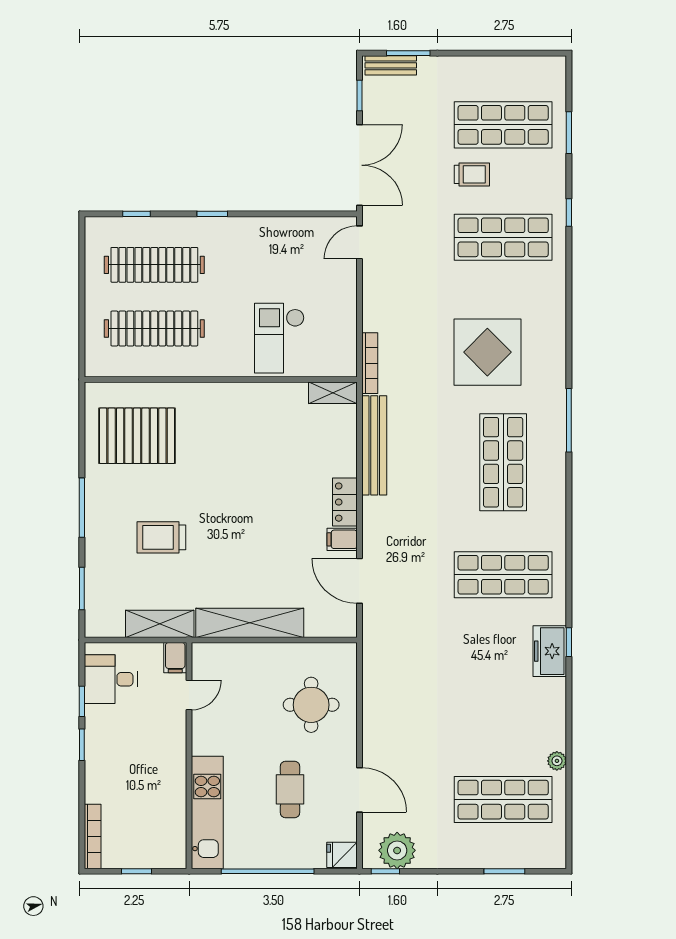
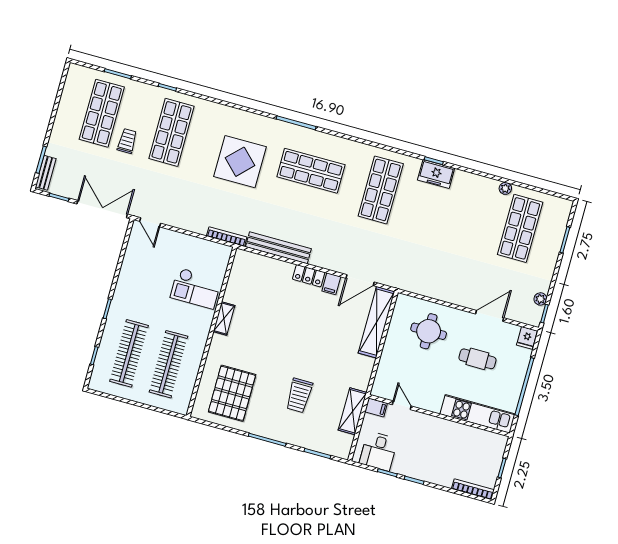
shelving: (333, 393) -> (224, 318), moved
shelving: (250, 623) -> (376, 322), moved
plant: (397, 850) -> (540, 299), width x0.53, depth x0.53

